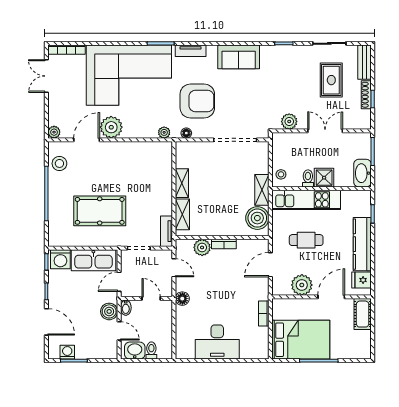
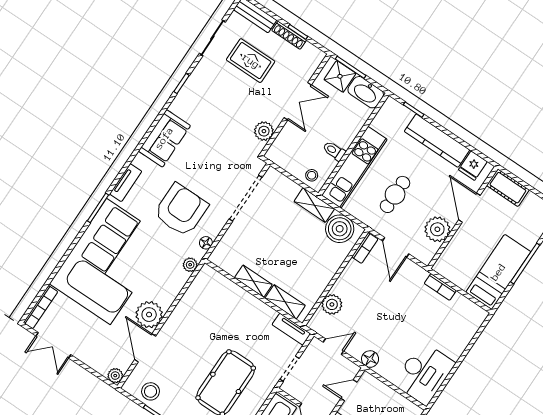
double door: (325, 131) -> (298, 101), swing flipped
shower: (324, 178) -> (340, 76), moved
bookcase: (224, 244) -> (365, 248), moved
bed: (301, 340) -> (498, 272), width x0.67
desk: (217, 342) -> (424, 373), moved

